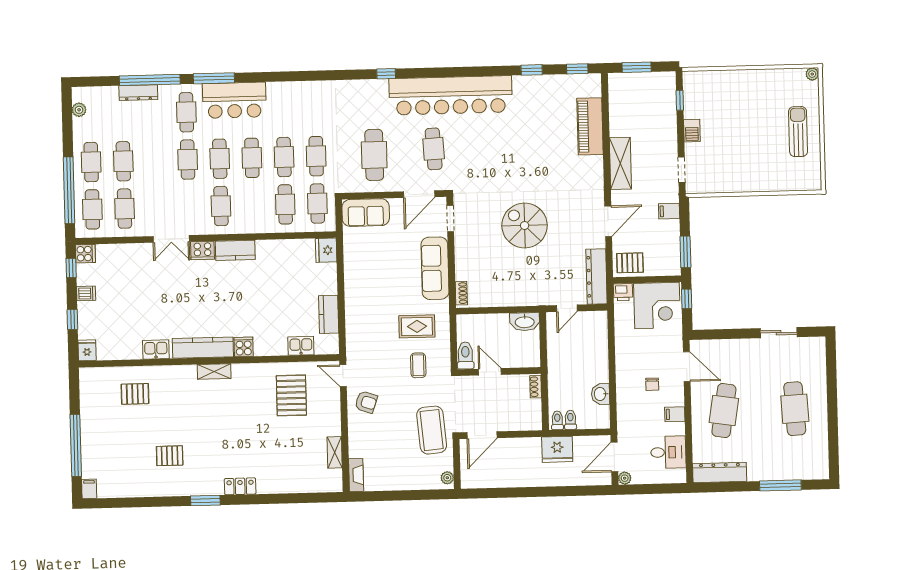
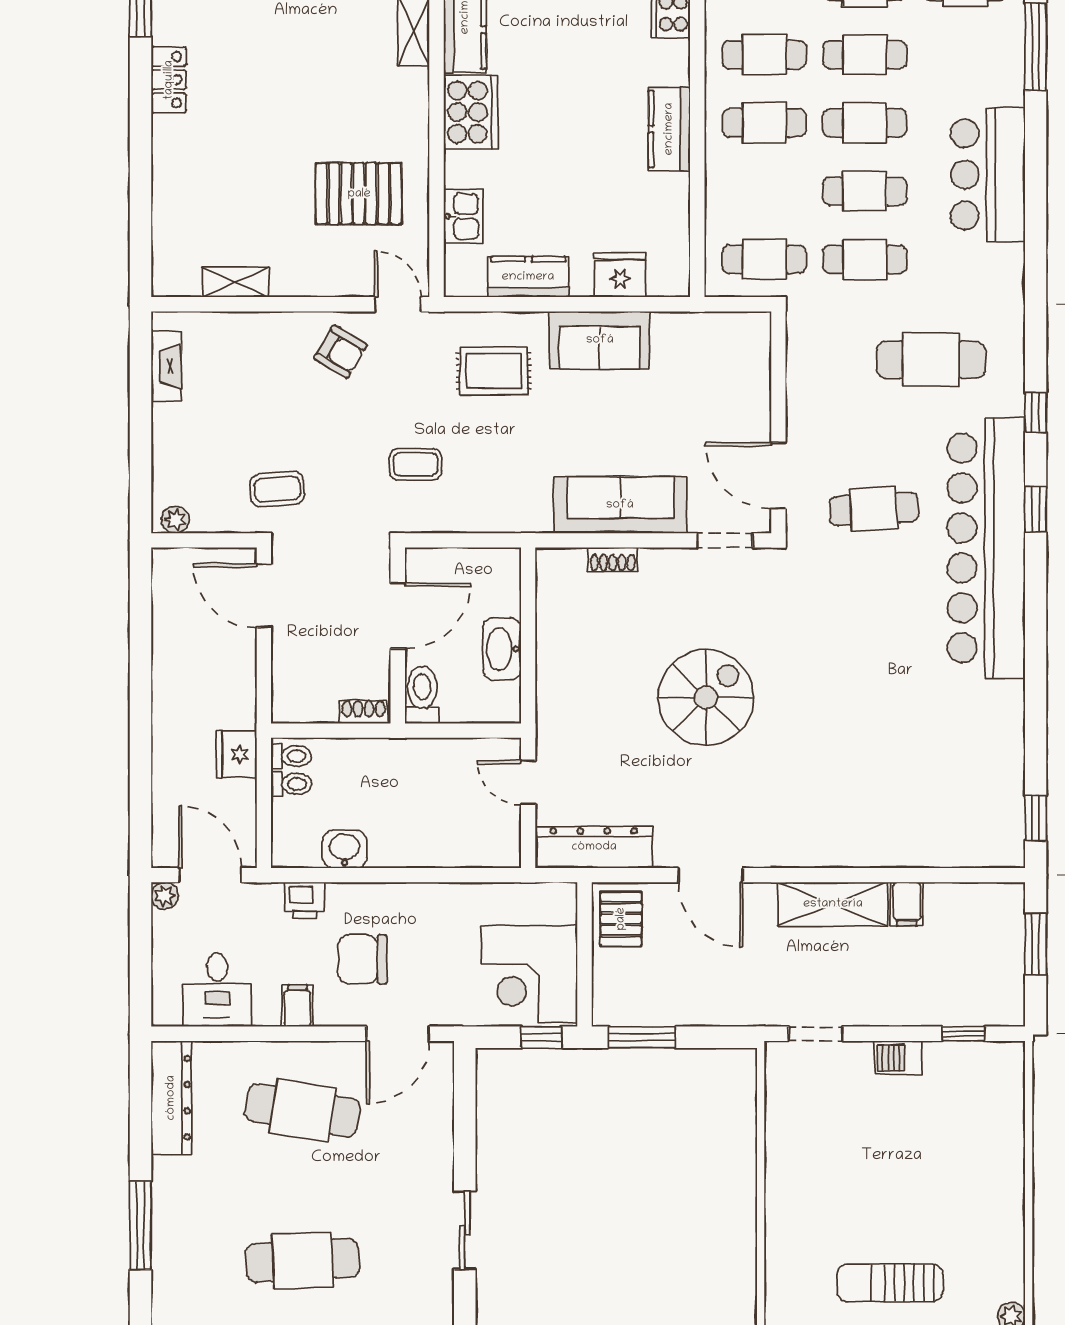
window: (532, 70) -> (1036, 510), moved
bar counter: (234, 100) -> (988, 175), moved
piano: (590, 126) -> (913, 842), removed
sun lounger: (798, 132) -> (890, 1283), turned 180
cafe table: (374, 155) -> (931, 360), moved
cafe table: (285, 204) -> (764, 123), moved
filing cabinet: (669, 211) -> (907, 904), moved, turned 180
sofa: (366, 213) -> (600, 340), moved, turned -90
kitchen counter: (235, 250) -> (669, 129), moved
fridge: (326, 250) -> (620, 275), moved
printer: (623, 292) -> (305, 900), moved, turned -90
shoe rack: (461, 293) -> (613, 560), moved
washbasin: (525, 322) -> (502, 649), moved
rug: (417, 326) -> (494, 371), moved, turned 90
cooker: (244, 347) -> (471, 112), width x1.87, depth x1.31
toilet: (465, 356) -> (422, 695), moved, turned -90
door: (490, 372) -> (398, 616), width x1.37
door: (343, 376) -> (398, 304), hinge flipped
chair: (652, 384) -> (362, 959), width x1.87, depth x1.87
armchair: (366, 402) -> (340, 352), turned -78
coffee table: (432, 430) -> (277, 489), width x0.54, depth x0.58
fridge: (557, 449) -> (236, 754), width x0.73, depth x0.75
fireplace: (356, 475) -> (166, 366), moved, turned -90

